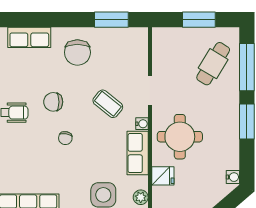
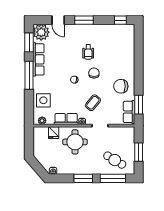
row of seats: (29, 37) -> (129, 112), moved

